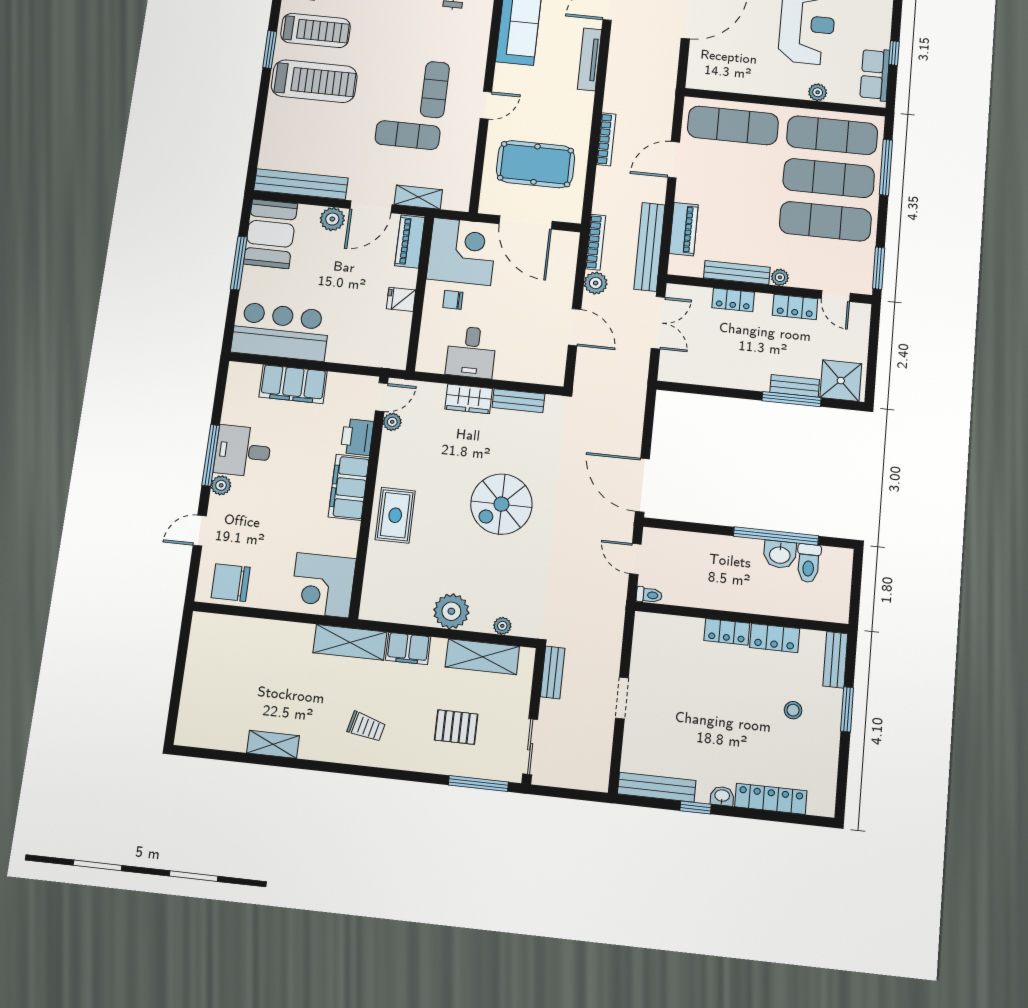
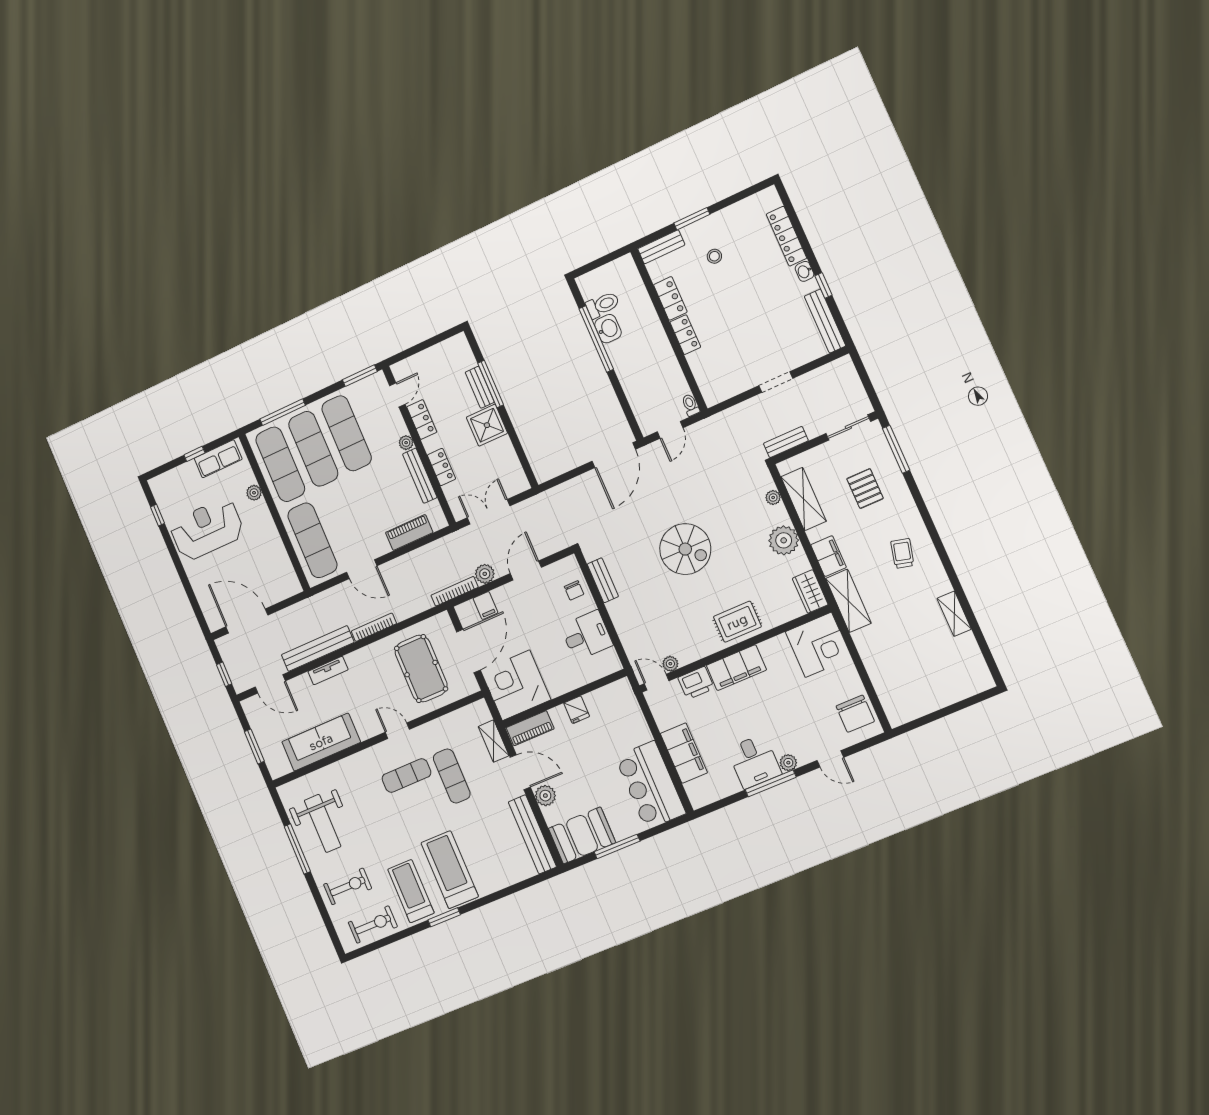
tv unit: (590, 59) -> (328, 671), width x0.71
bench: (649, 247) -> (318, 649), moved
filing cabinet: (562, 266) -> (485, 605), added
chair: (453, 300) -> (574, 590), moved
shower: (841, 381) -> (487, 425), moved
wardrobe: (469, 399) -> (810, 591), moved, turned 180

